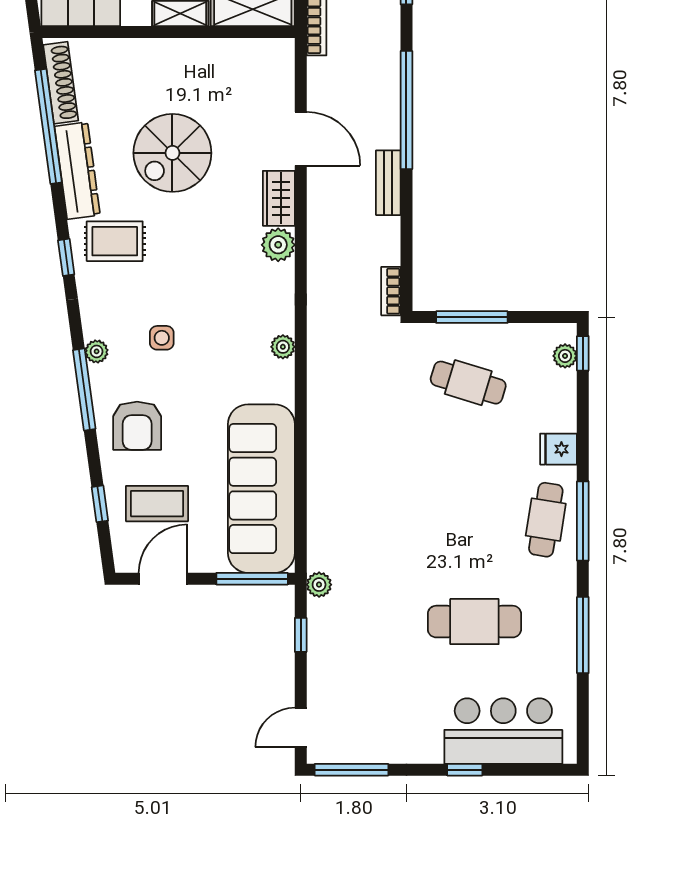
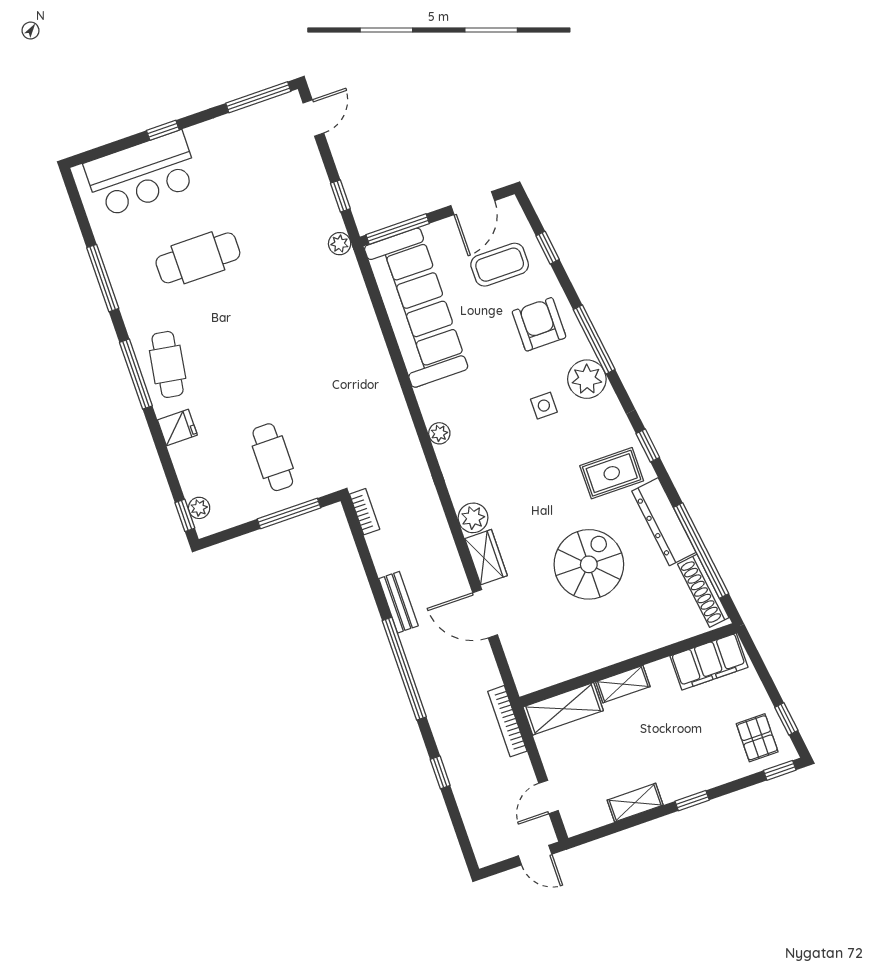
plant: (97, 351) -> (587, 379), width x1.87, depth x1.87
cafe table: (468, 383) -> (273, 457), turned 73

